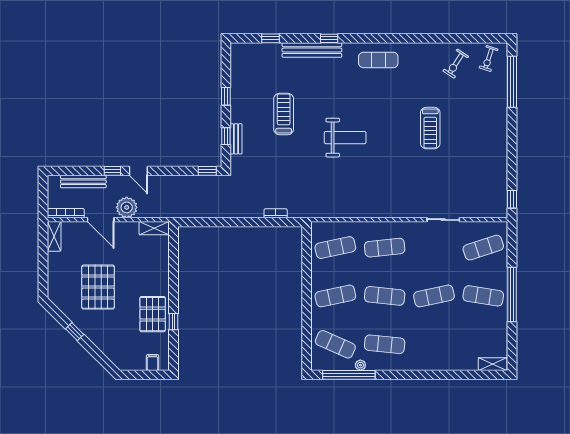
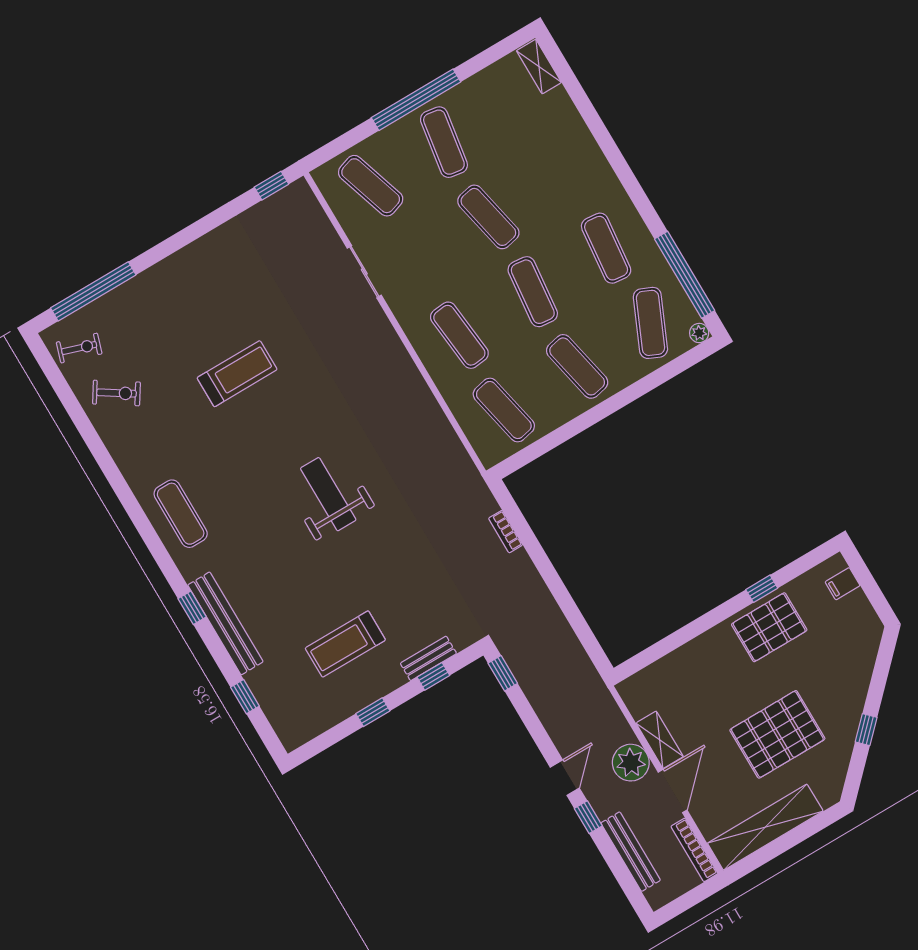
treadmill: (284, 114) -> (345, 644), moved
shelving: (154, 228) -> (660, 740), moved
shelving: (54, 236) -> (765, 827), width x2.20, depth x1.33
plant: (360, 365) -> (699, 333), moved

